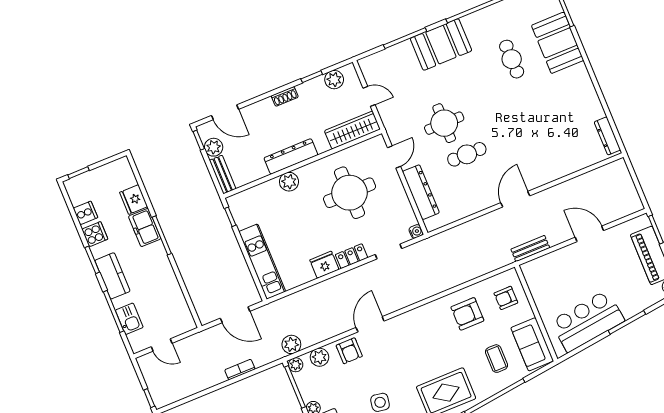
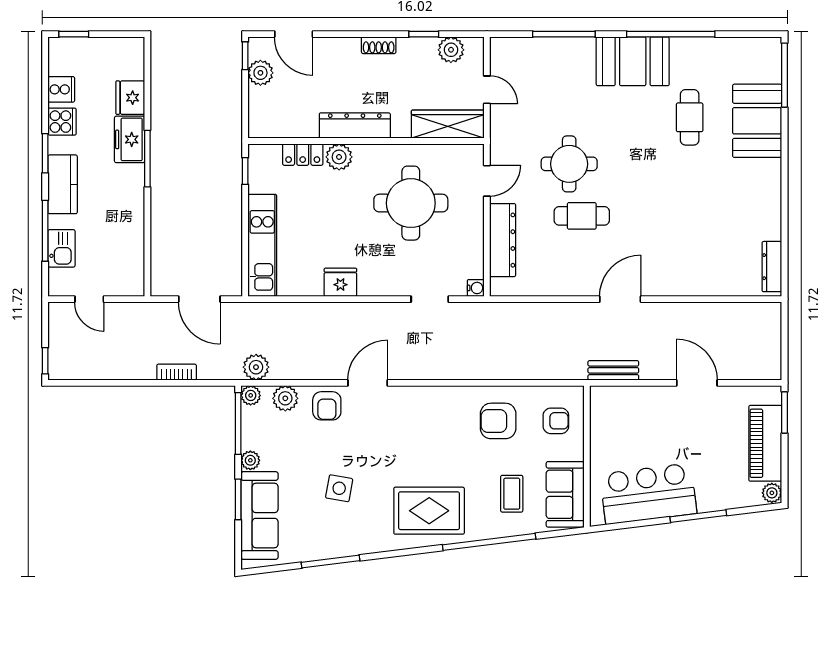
booth: (441, 45) -> (633, 61), moved
bench: (223, 175) -> (258, 113), removed
locker: (352, 256) -> (303, 155), moved, turned 180
armchair: (506, 298) -> (556, 421), turned 180

